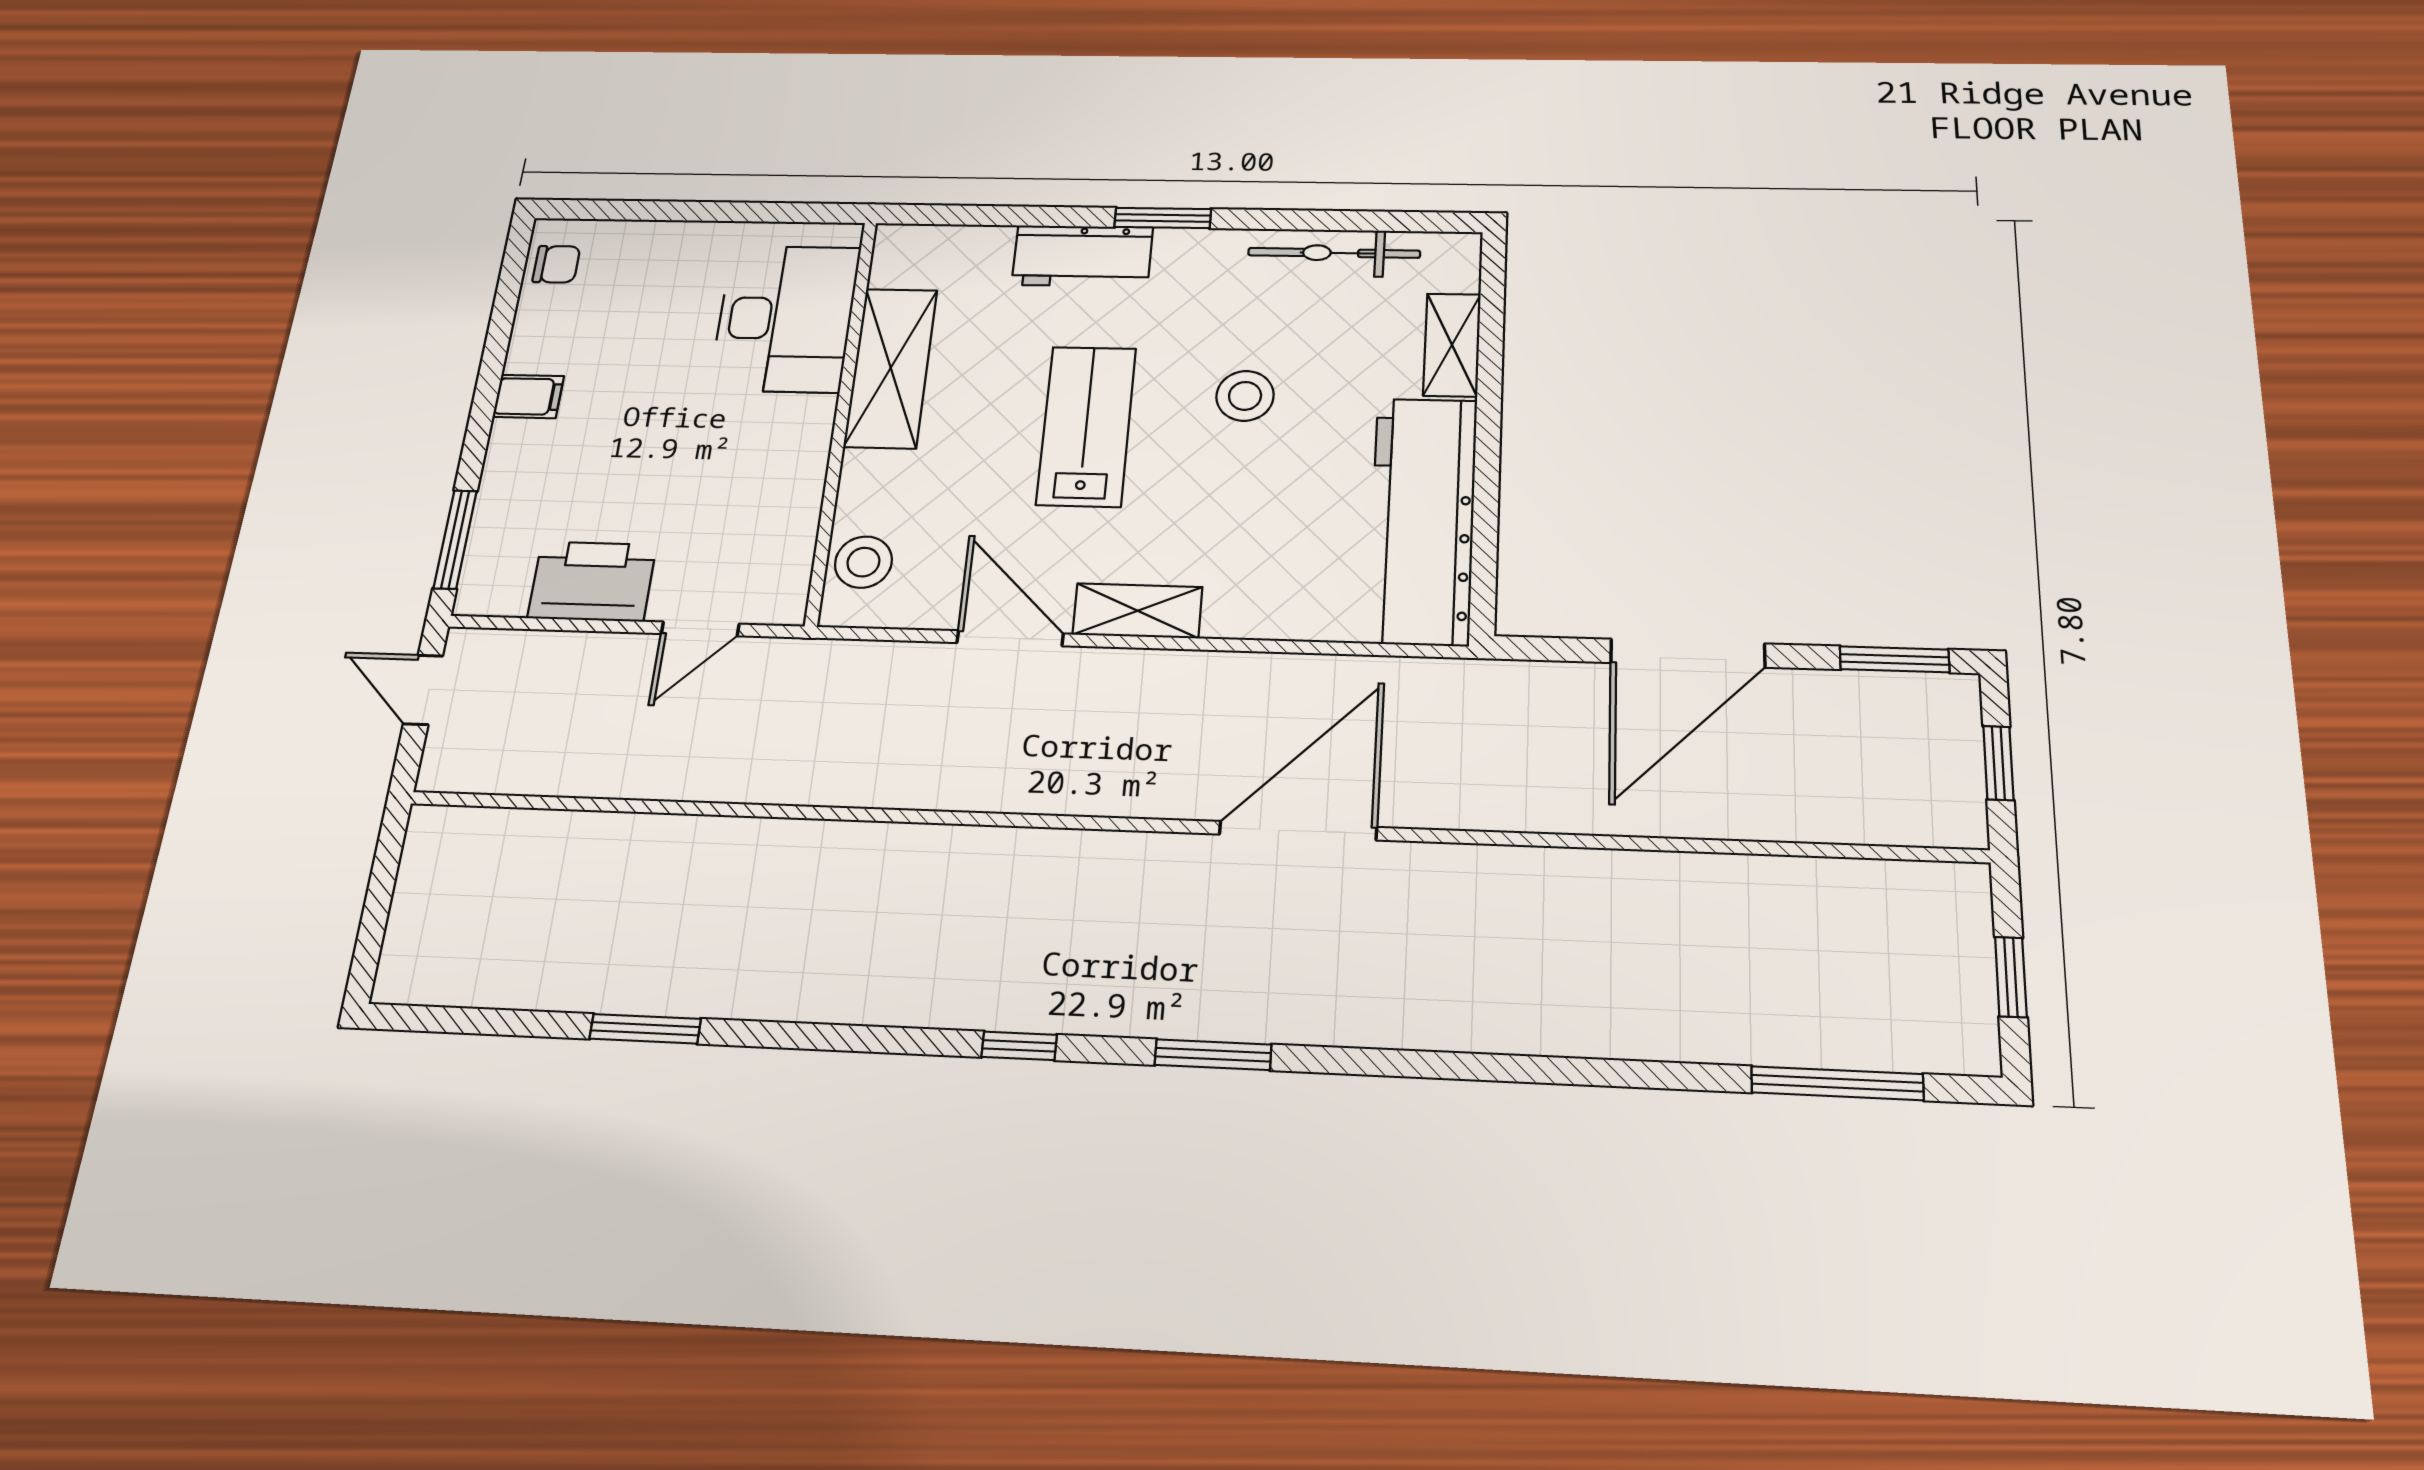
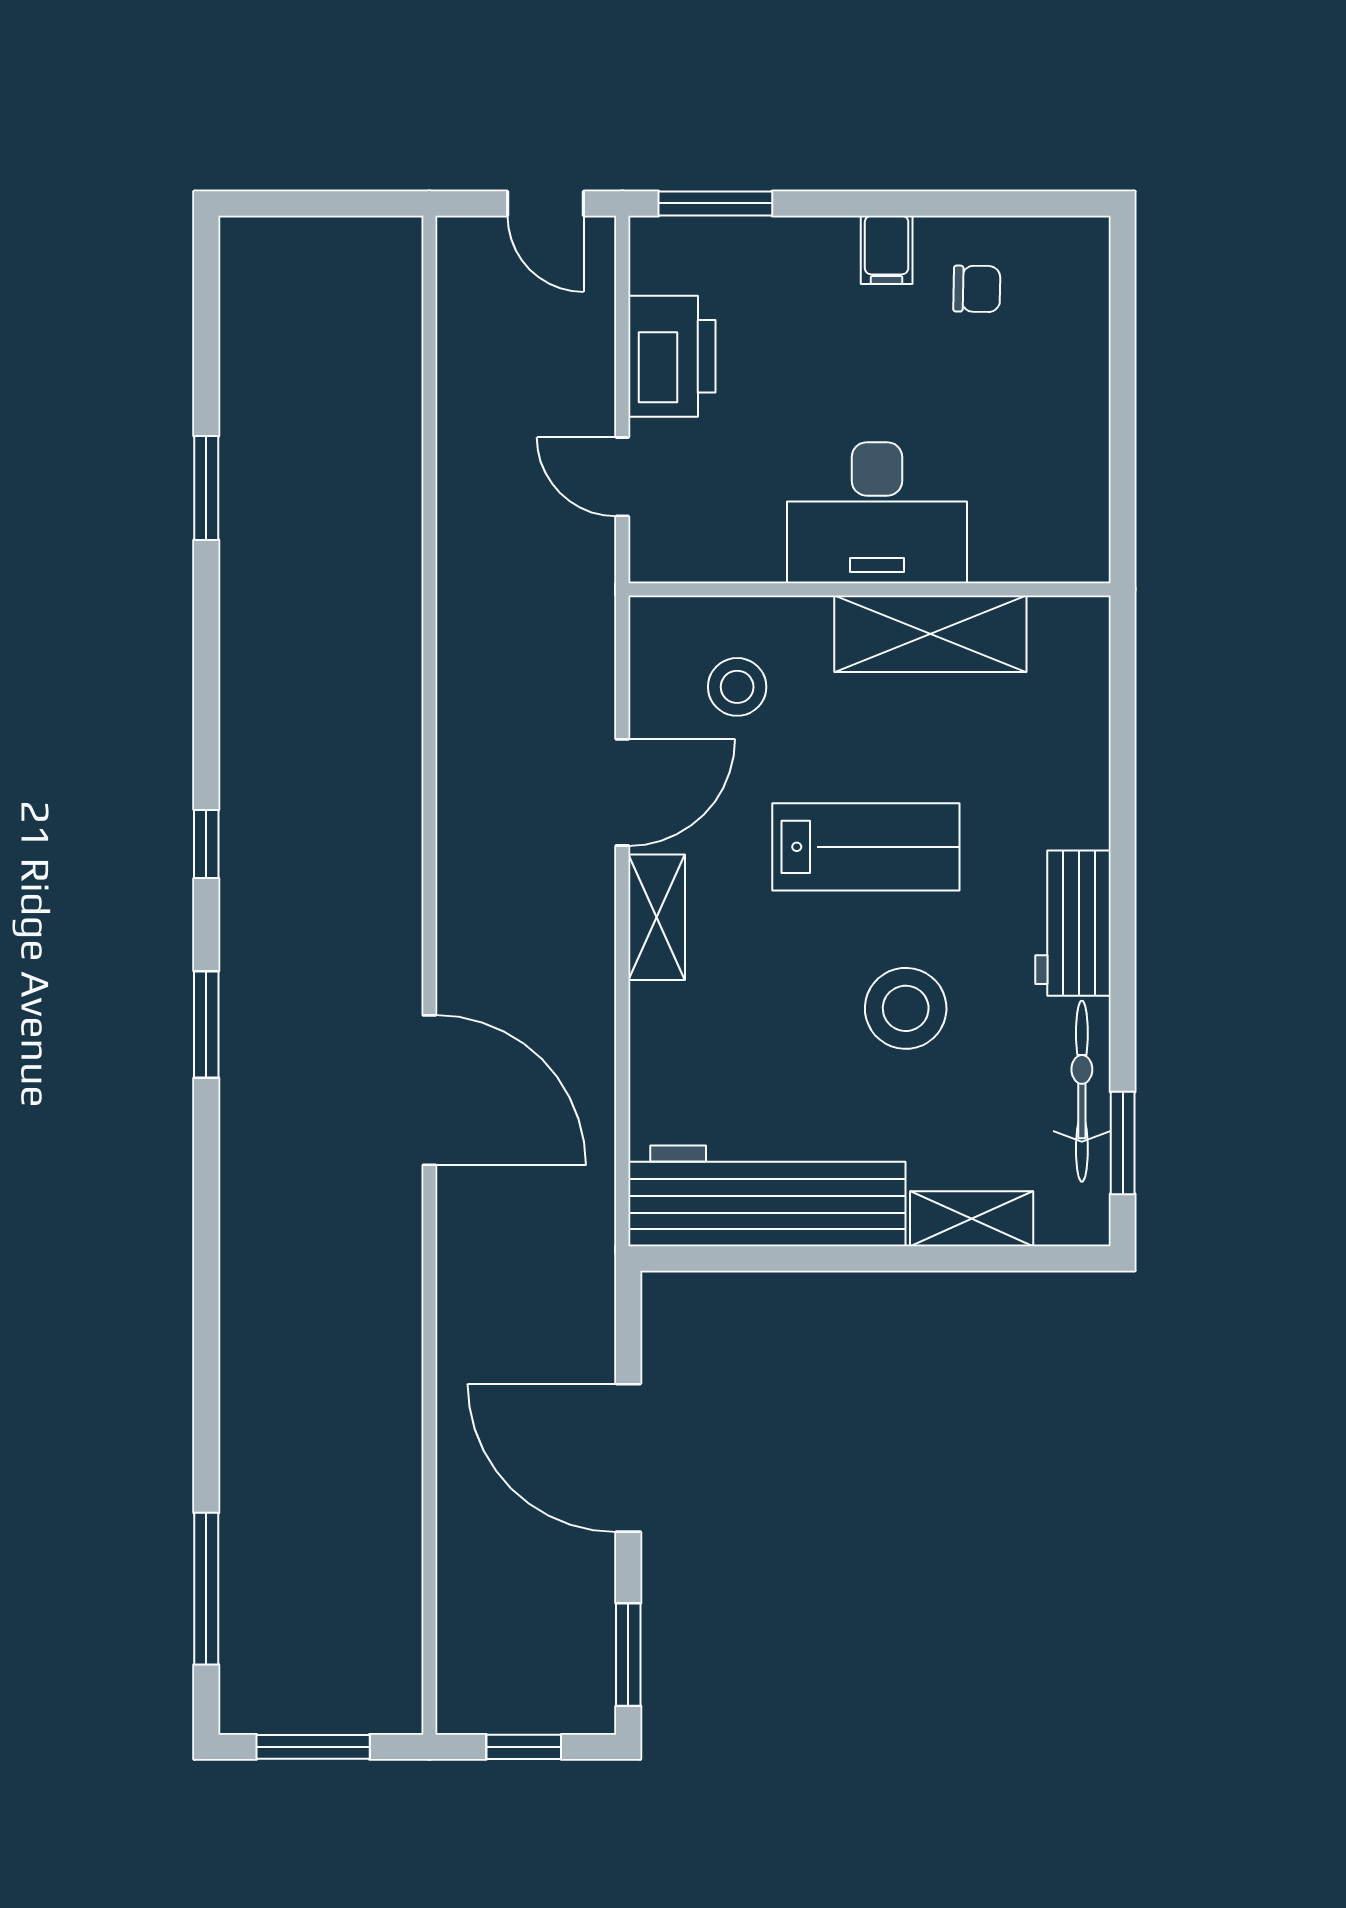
window: (1163, 218) -> (1123, 1143), moved
workbench: (1082, 256) -> (1073, 923), moved
chair: (556, 264) -> (977, 289), moved, turned -89
desk: (785, 318) -> (877, 513), moved
stool: (1245, 396) -> (906, 1008), width x1.38, depth x1.38
stool: (863, 562) -> (737, 687), moved
door: (423, 690) -> (546, 203), swing flipped
window: (2011, 977) -> (313, 1747), width x1.50

